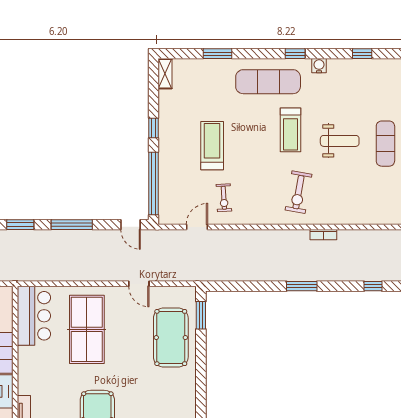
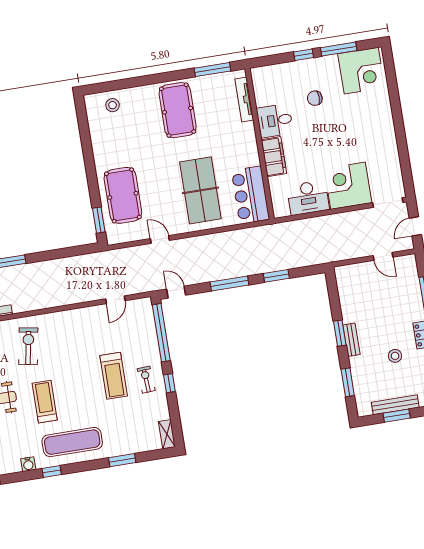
exercise bike: (224, 198) -> (146, 380), moved

